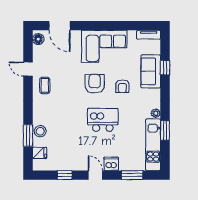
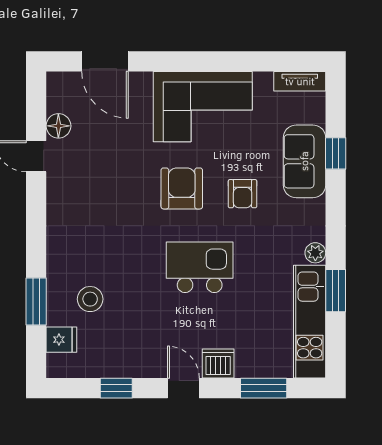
floor lamp: (38, 39) -> (58, 126), moved
coffee table: (45, 85) -> (73, 192), removed
stool: (40, 131) -> (90, 299), moved

